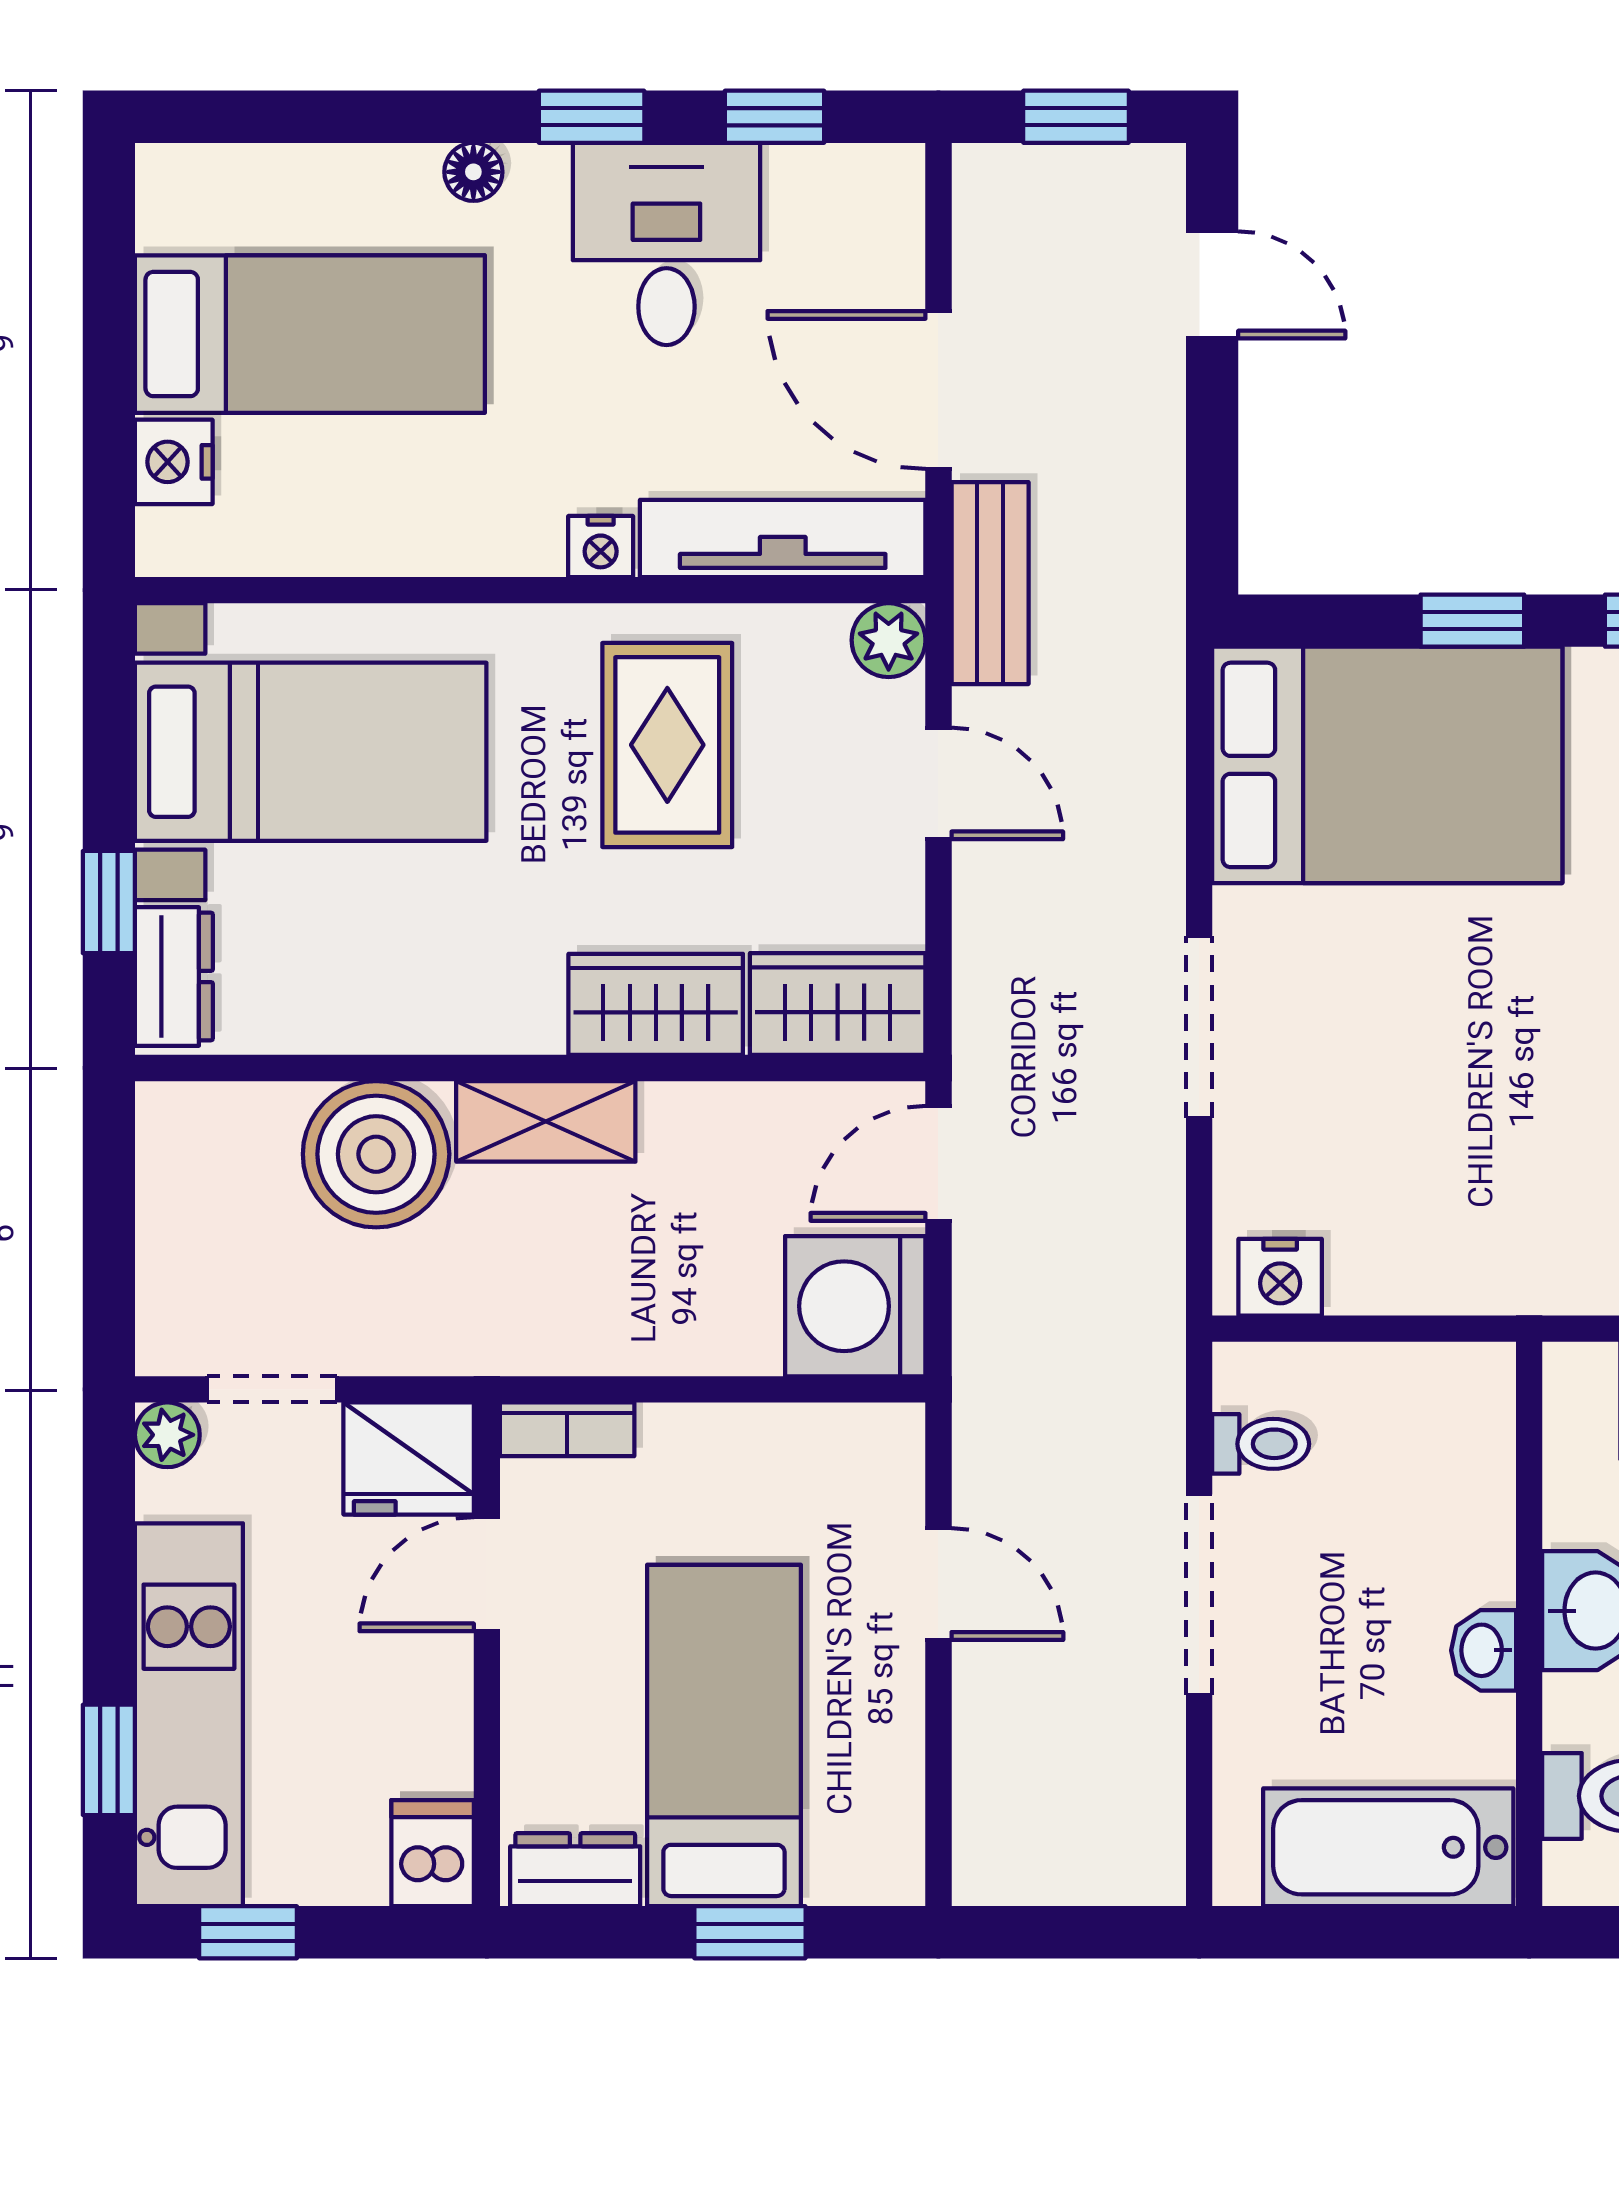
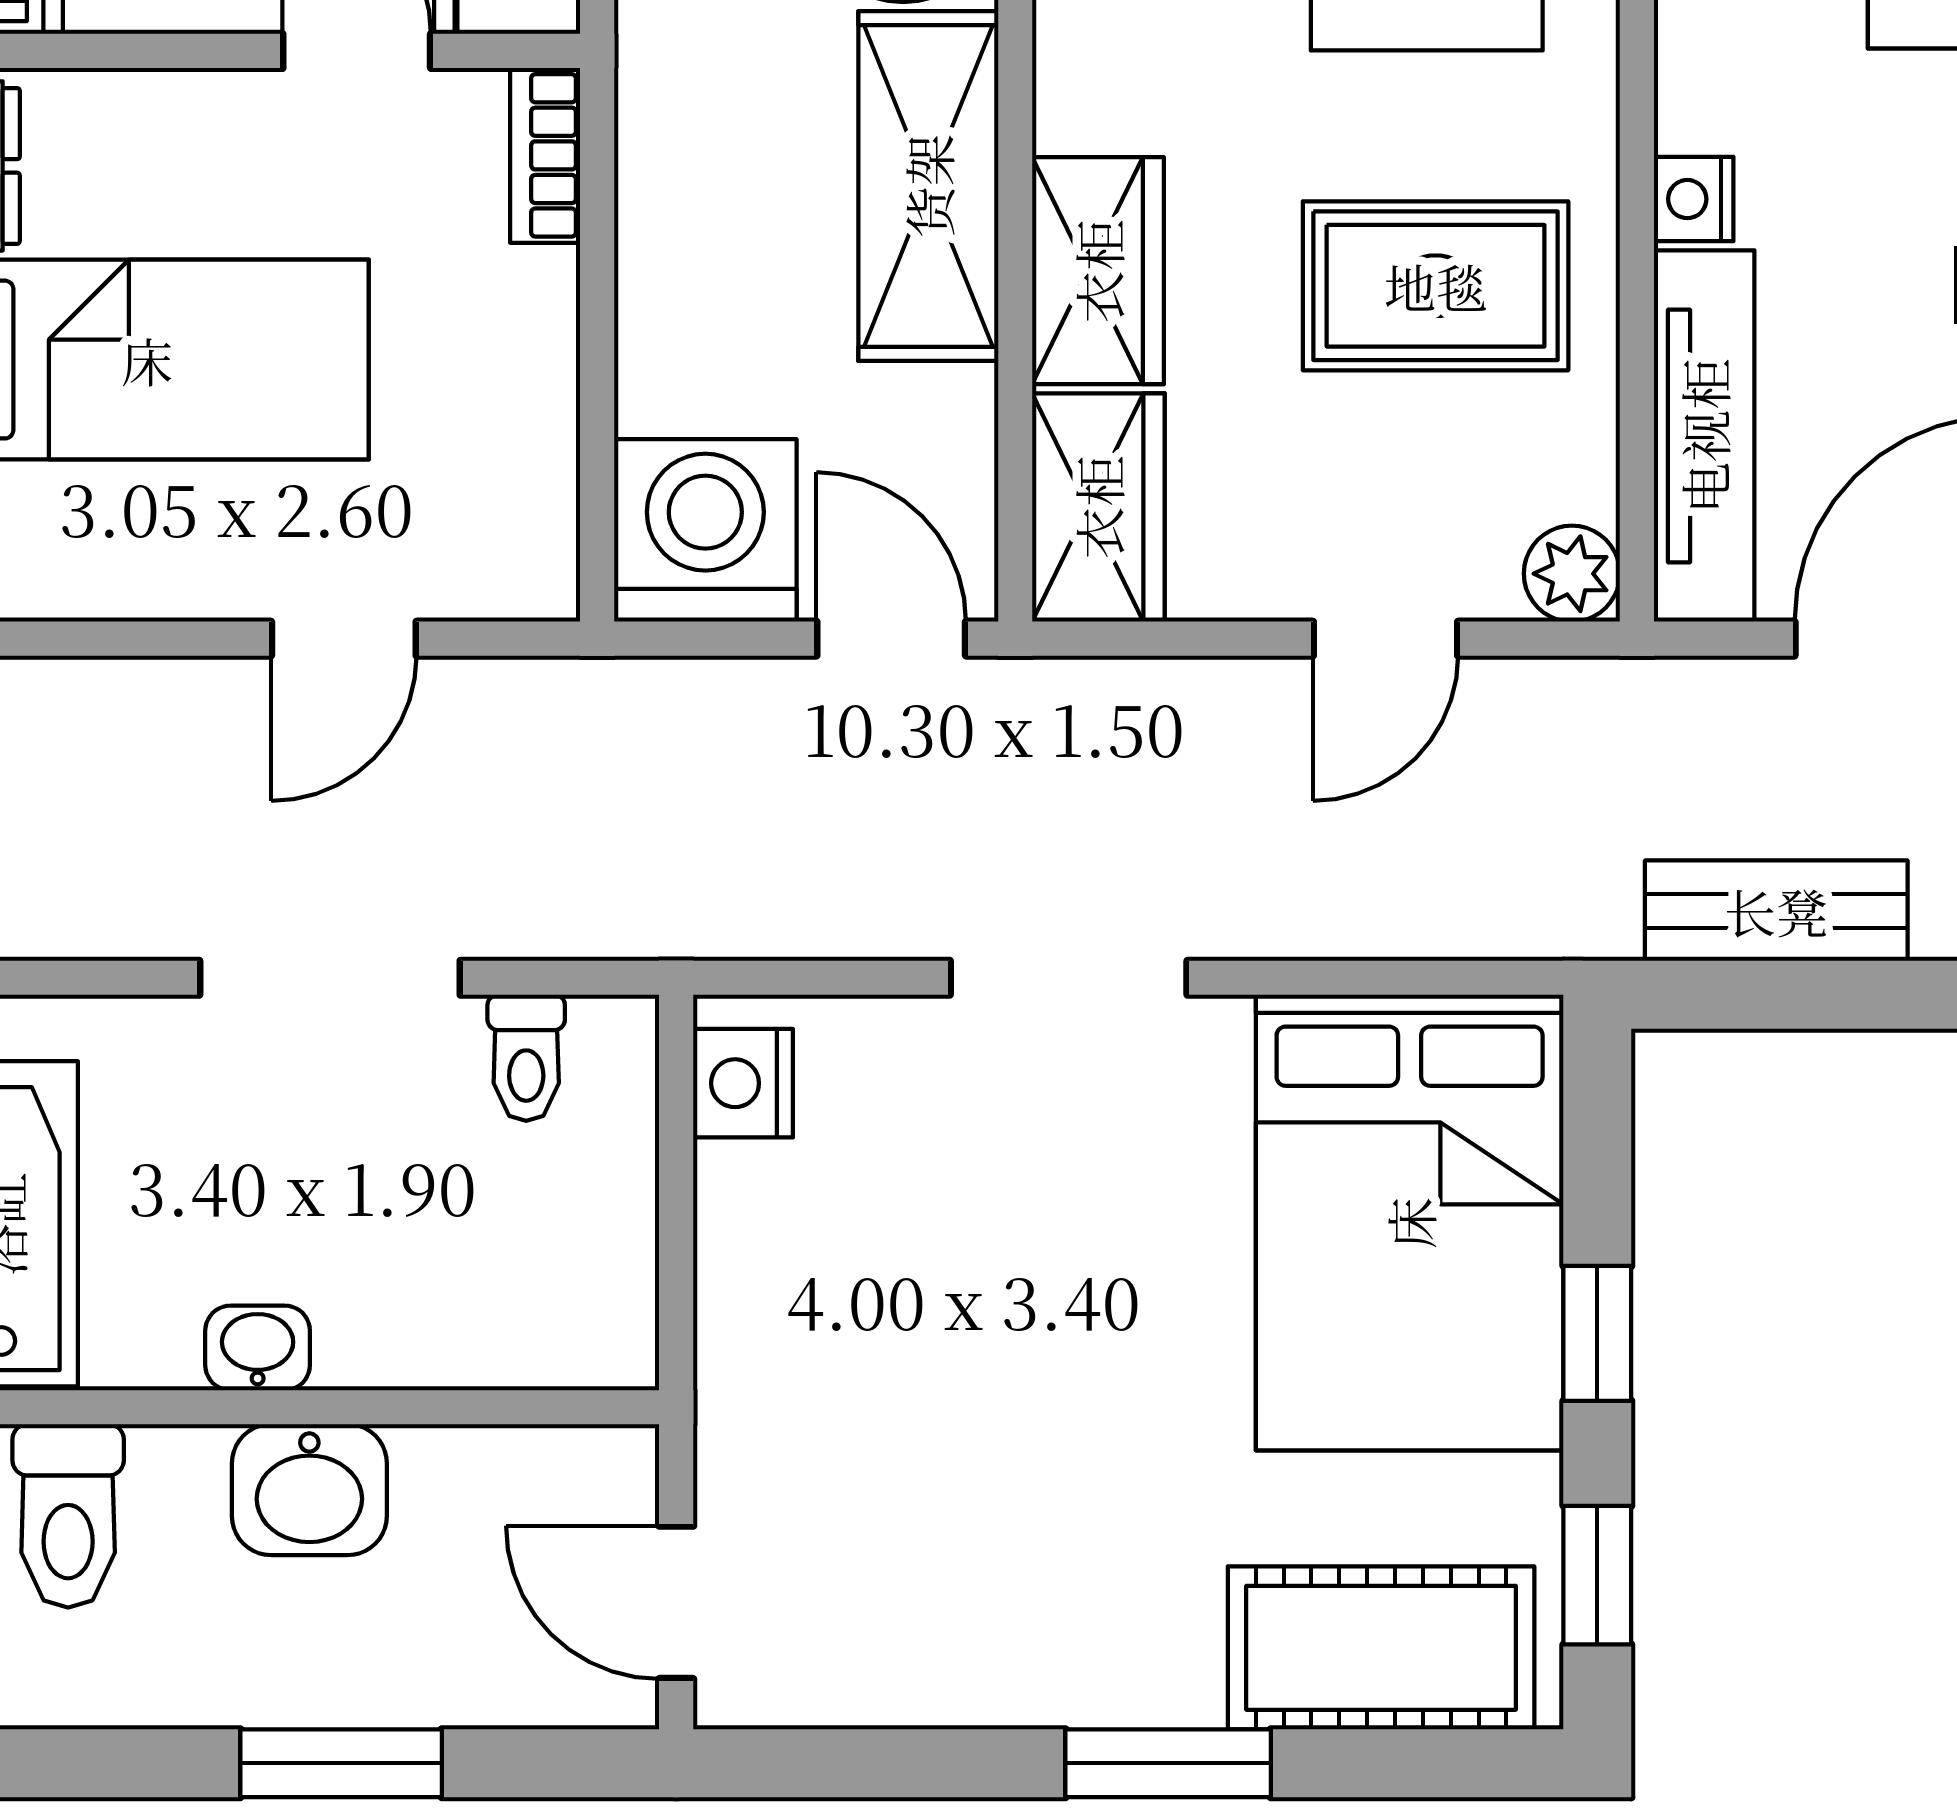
bench: (990, 583) -> (1776, 911), moved
shelving: (546, 1121) -> (928, 186), width x1.50, depth x1.33

